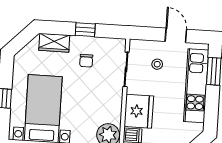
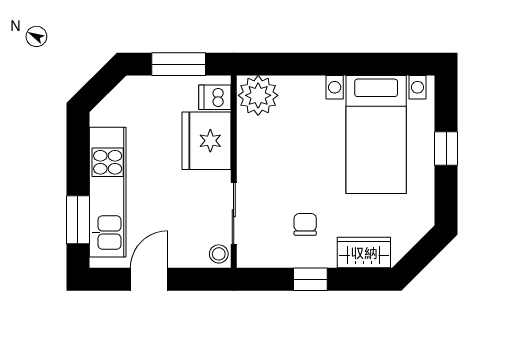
door: (176, 35) -> (149, 279), swing flipped
stool: (157, 64) -> (219, 254), moved

